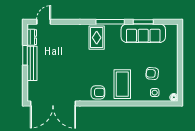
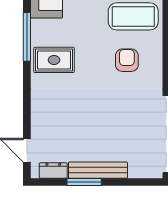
armchair: (98, 92) -> (127, 60), moved

